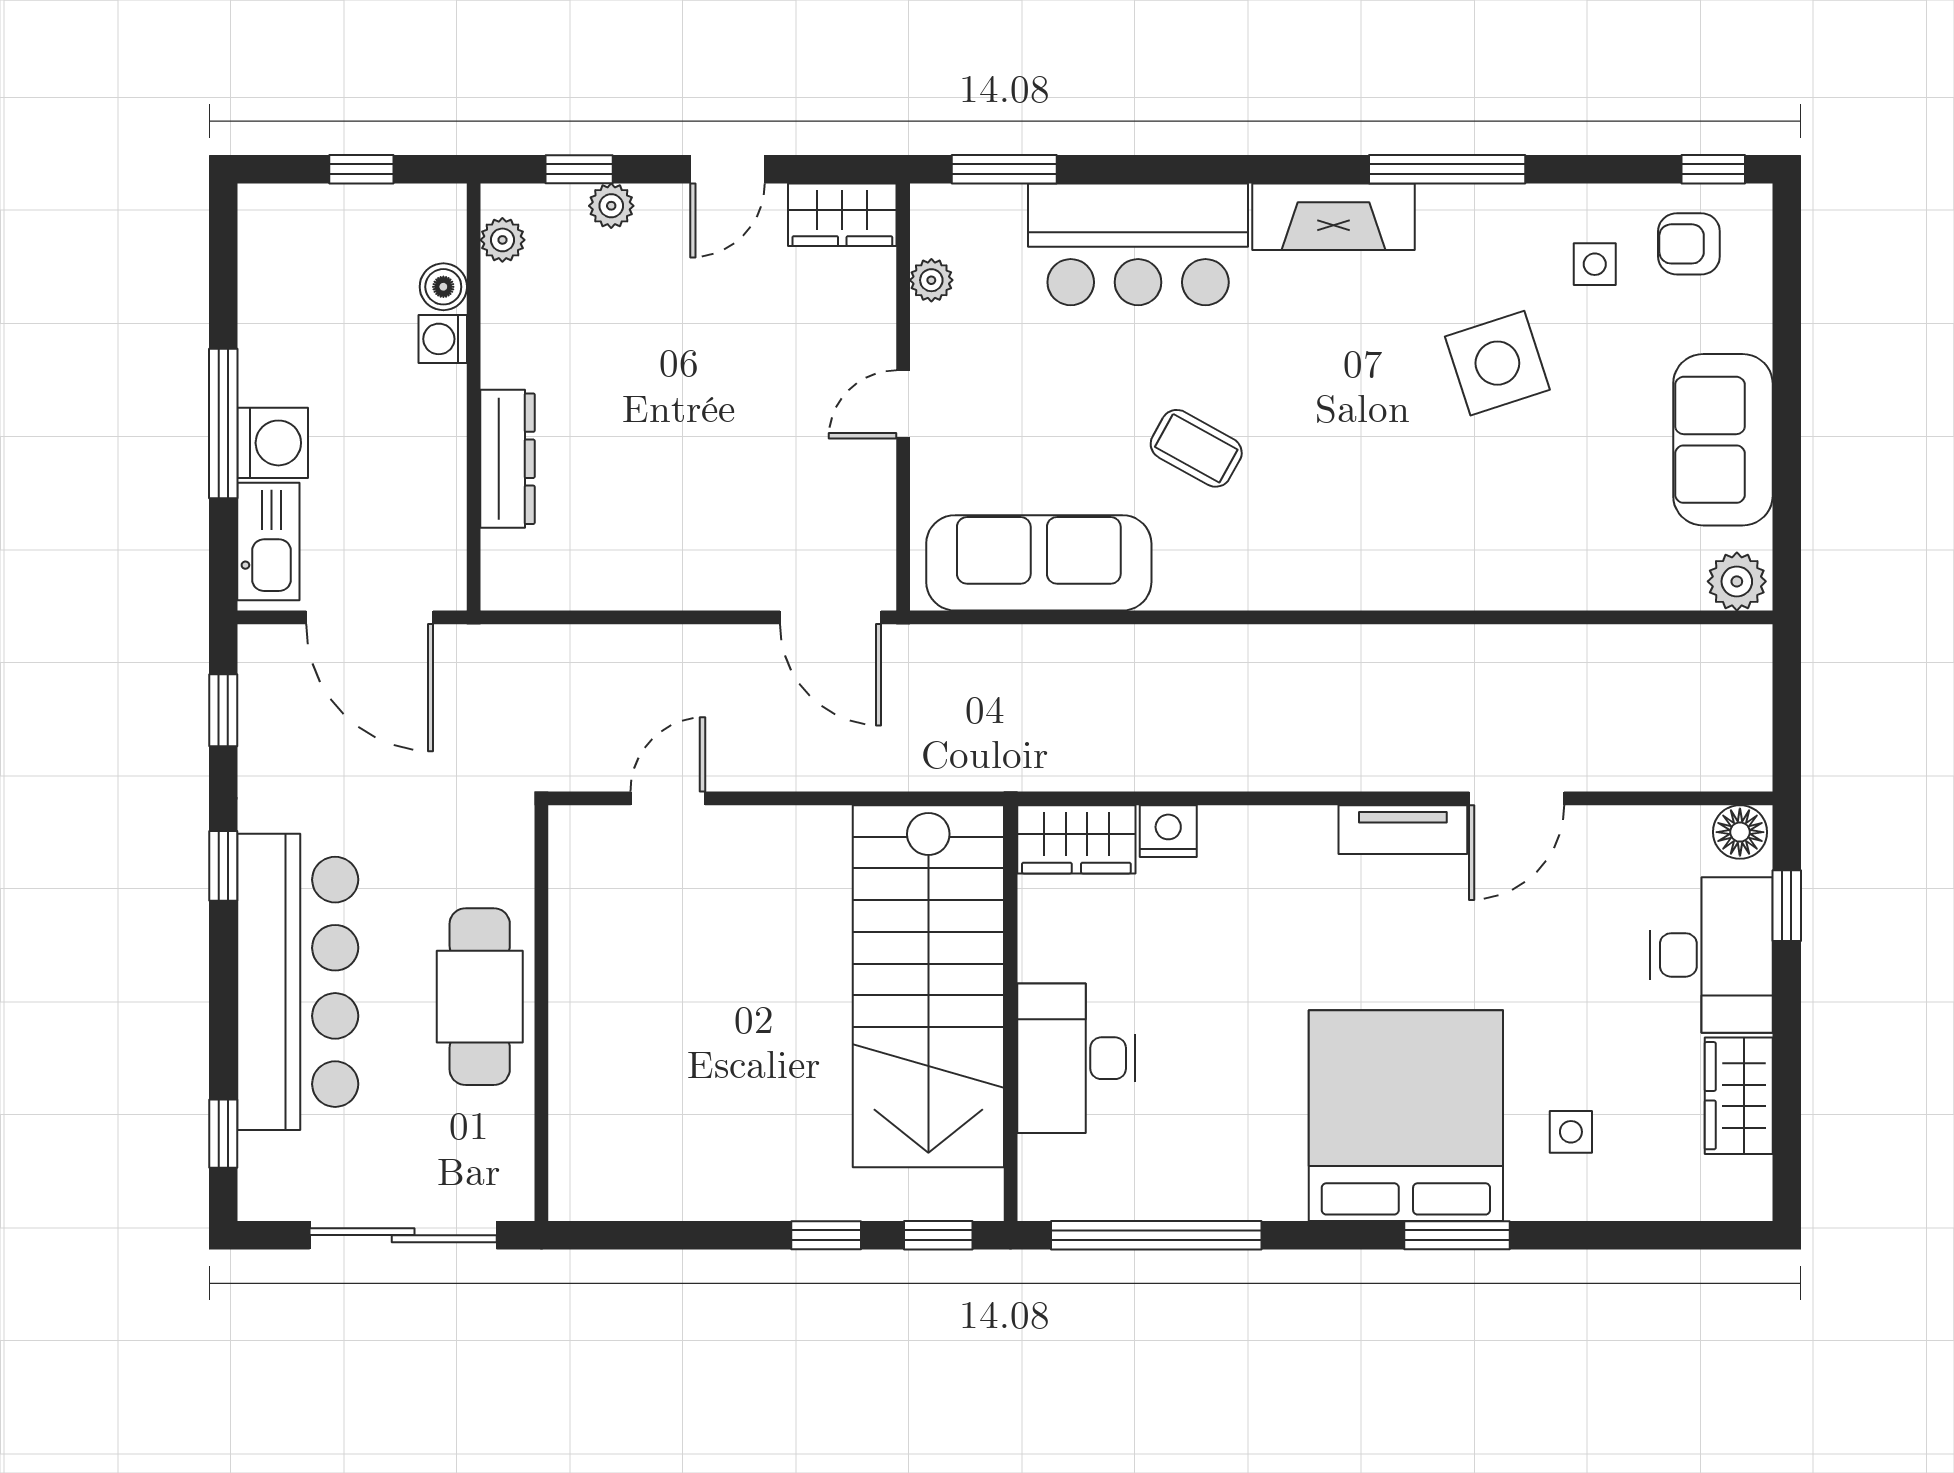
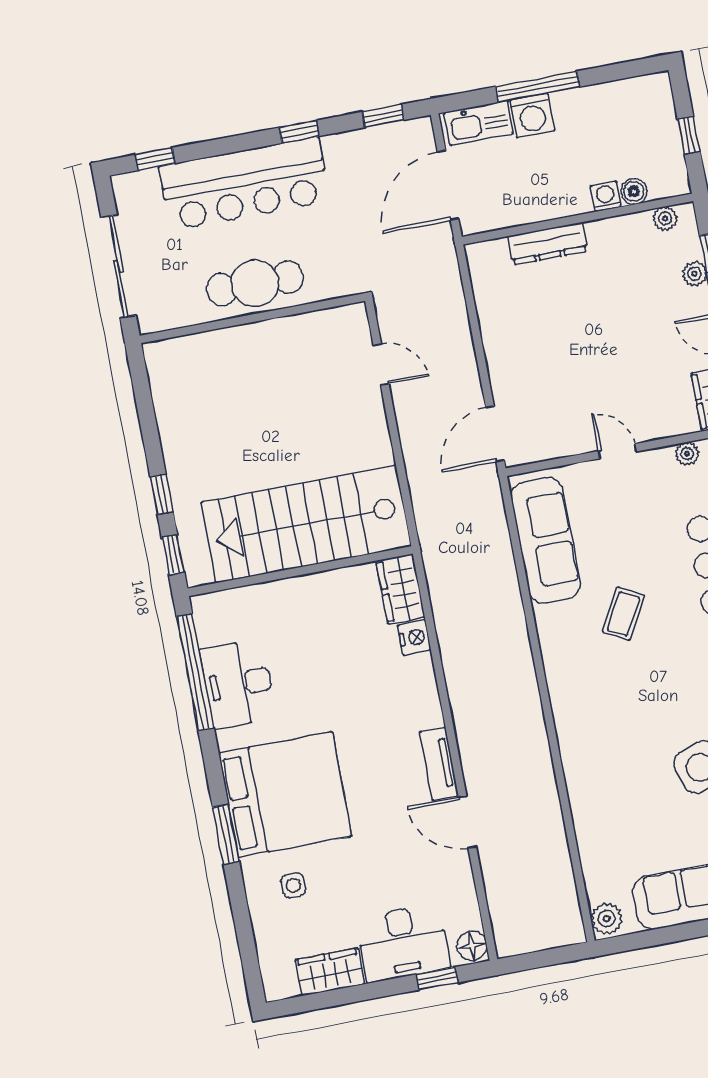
desk: (1076, 1058) -> (238, 684), moved, turned -90

